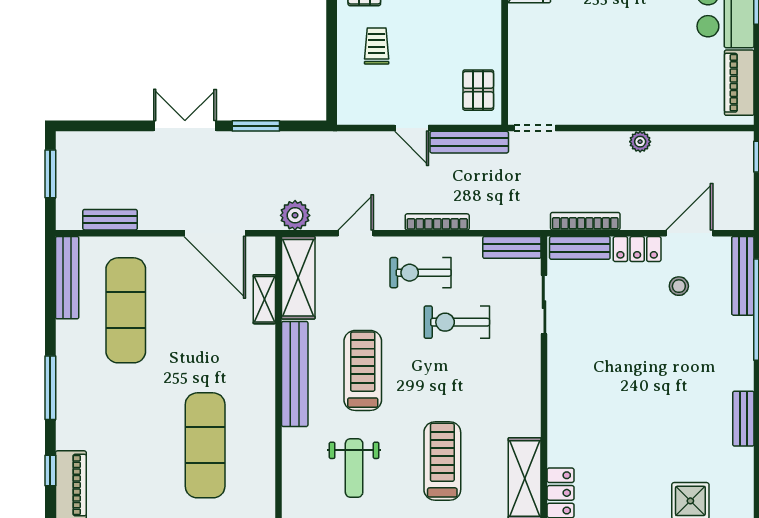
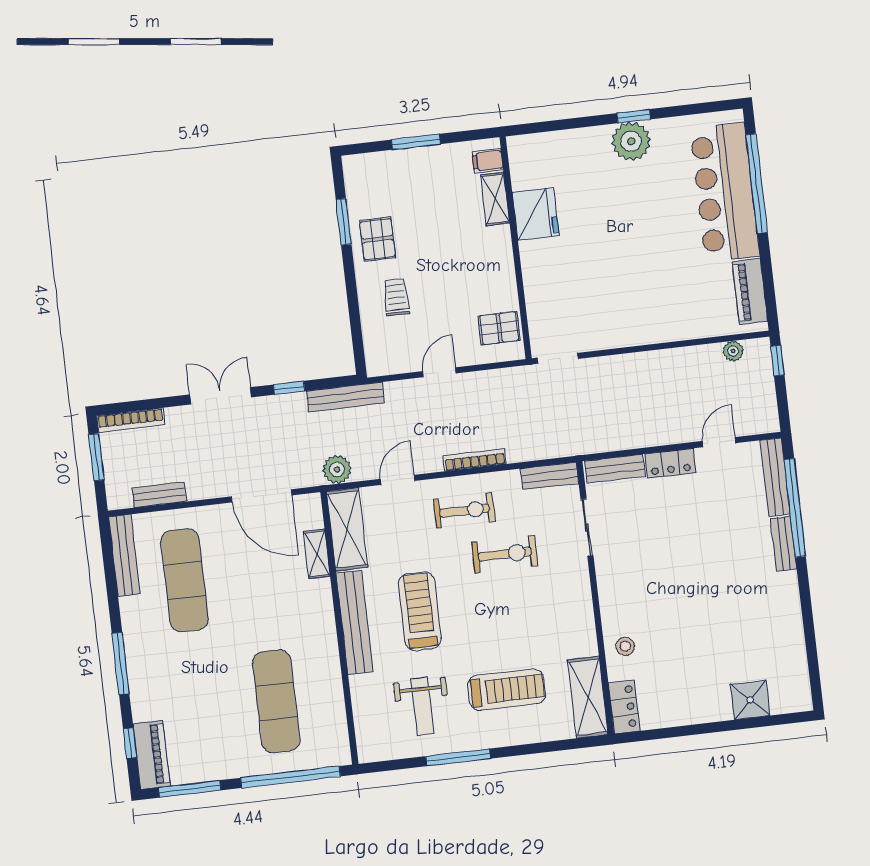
pallet: (478, 90) -> (499, 328), turned 90
window: (256, 126) -> (289, 388), width x0.67
door: (412, 128) -> (439, 372), swing flipped
bench: (469, 142) -> (345, 397), moved
plant: (640, 142) -> (733, 351), moved
bookcase: (585, 221) -> (131, 420), moved, turned 180
door: (690, 233) -> (719, 442), width x0.73
exercise bike: (421, 273) -> (464, 511), turned 180
stool: (679, 286) -> (625, 646), moved
exercise bike: (457, 322) -> (505, 554), turned 180
bench: (743, 419) -> (784, 544), moved
treadmill: (442, 461) -> (507, 690), turned 90

